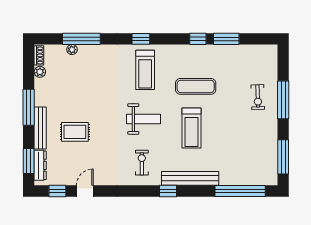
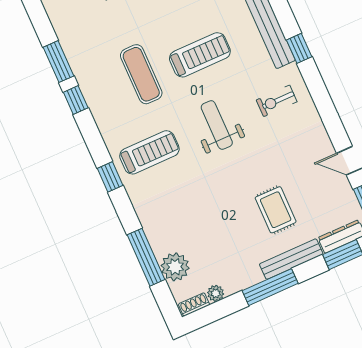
plant: (72, 50) -> (175, 267), width x1.88, depth x1.88

